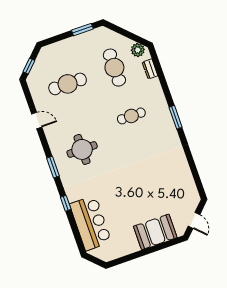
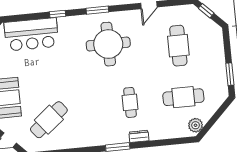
dresser: (150, 69) -> (139, 136), moved
round table: (82, 149) -> (108, 44), width x1.36, depth x1.36
cafe table: (166, 187) -> (49, 120), added

